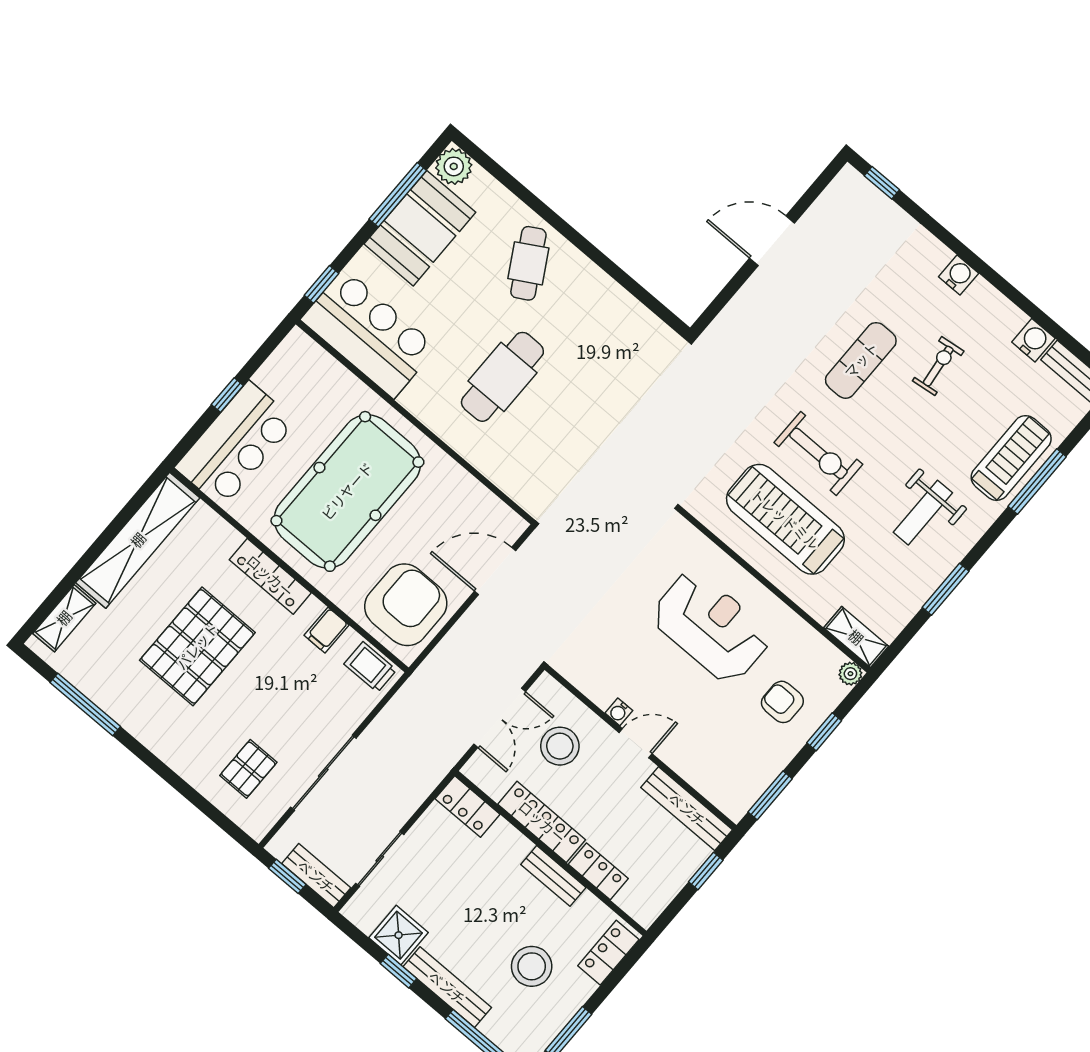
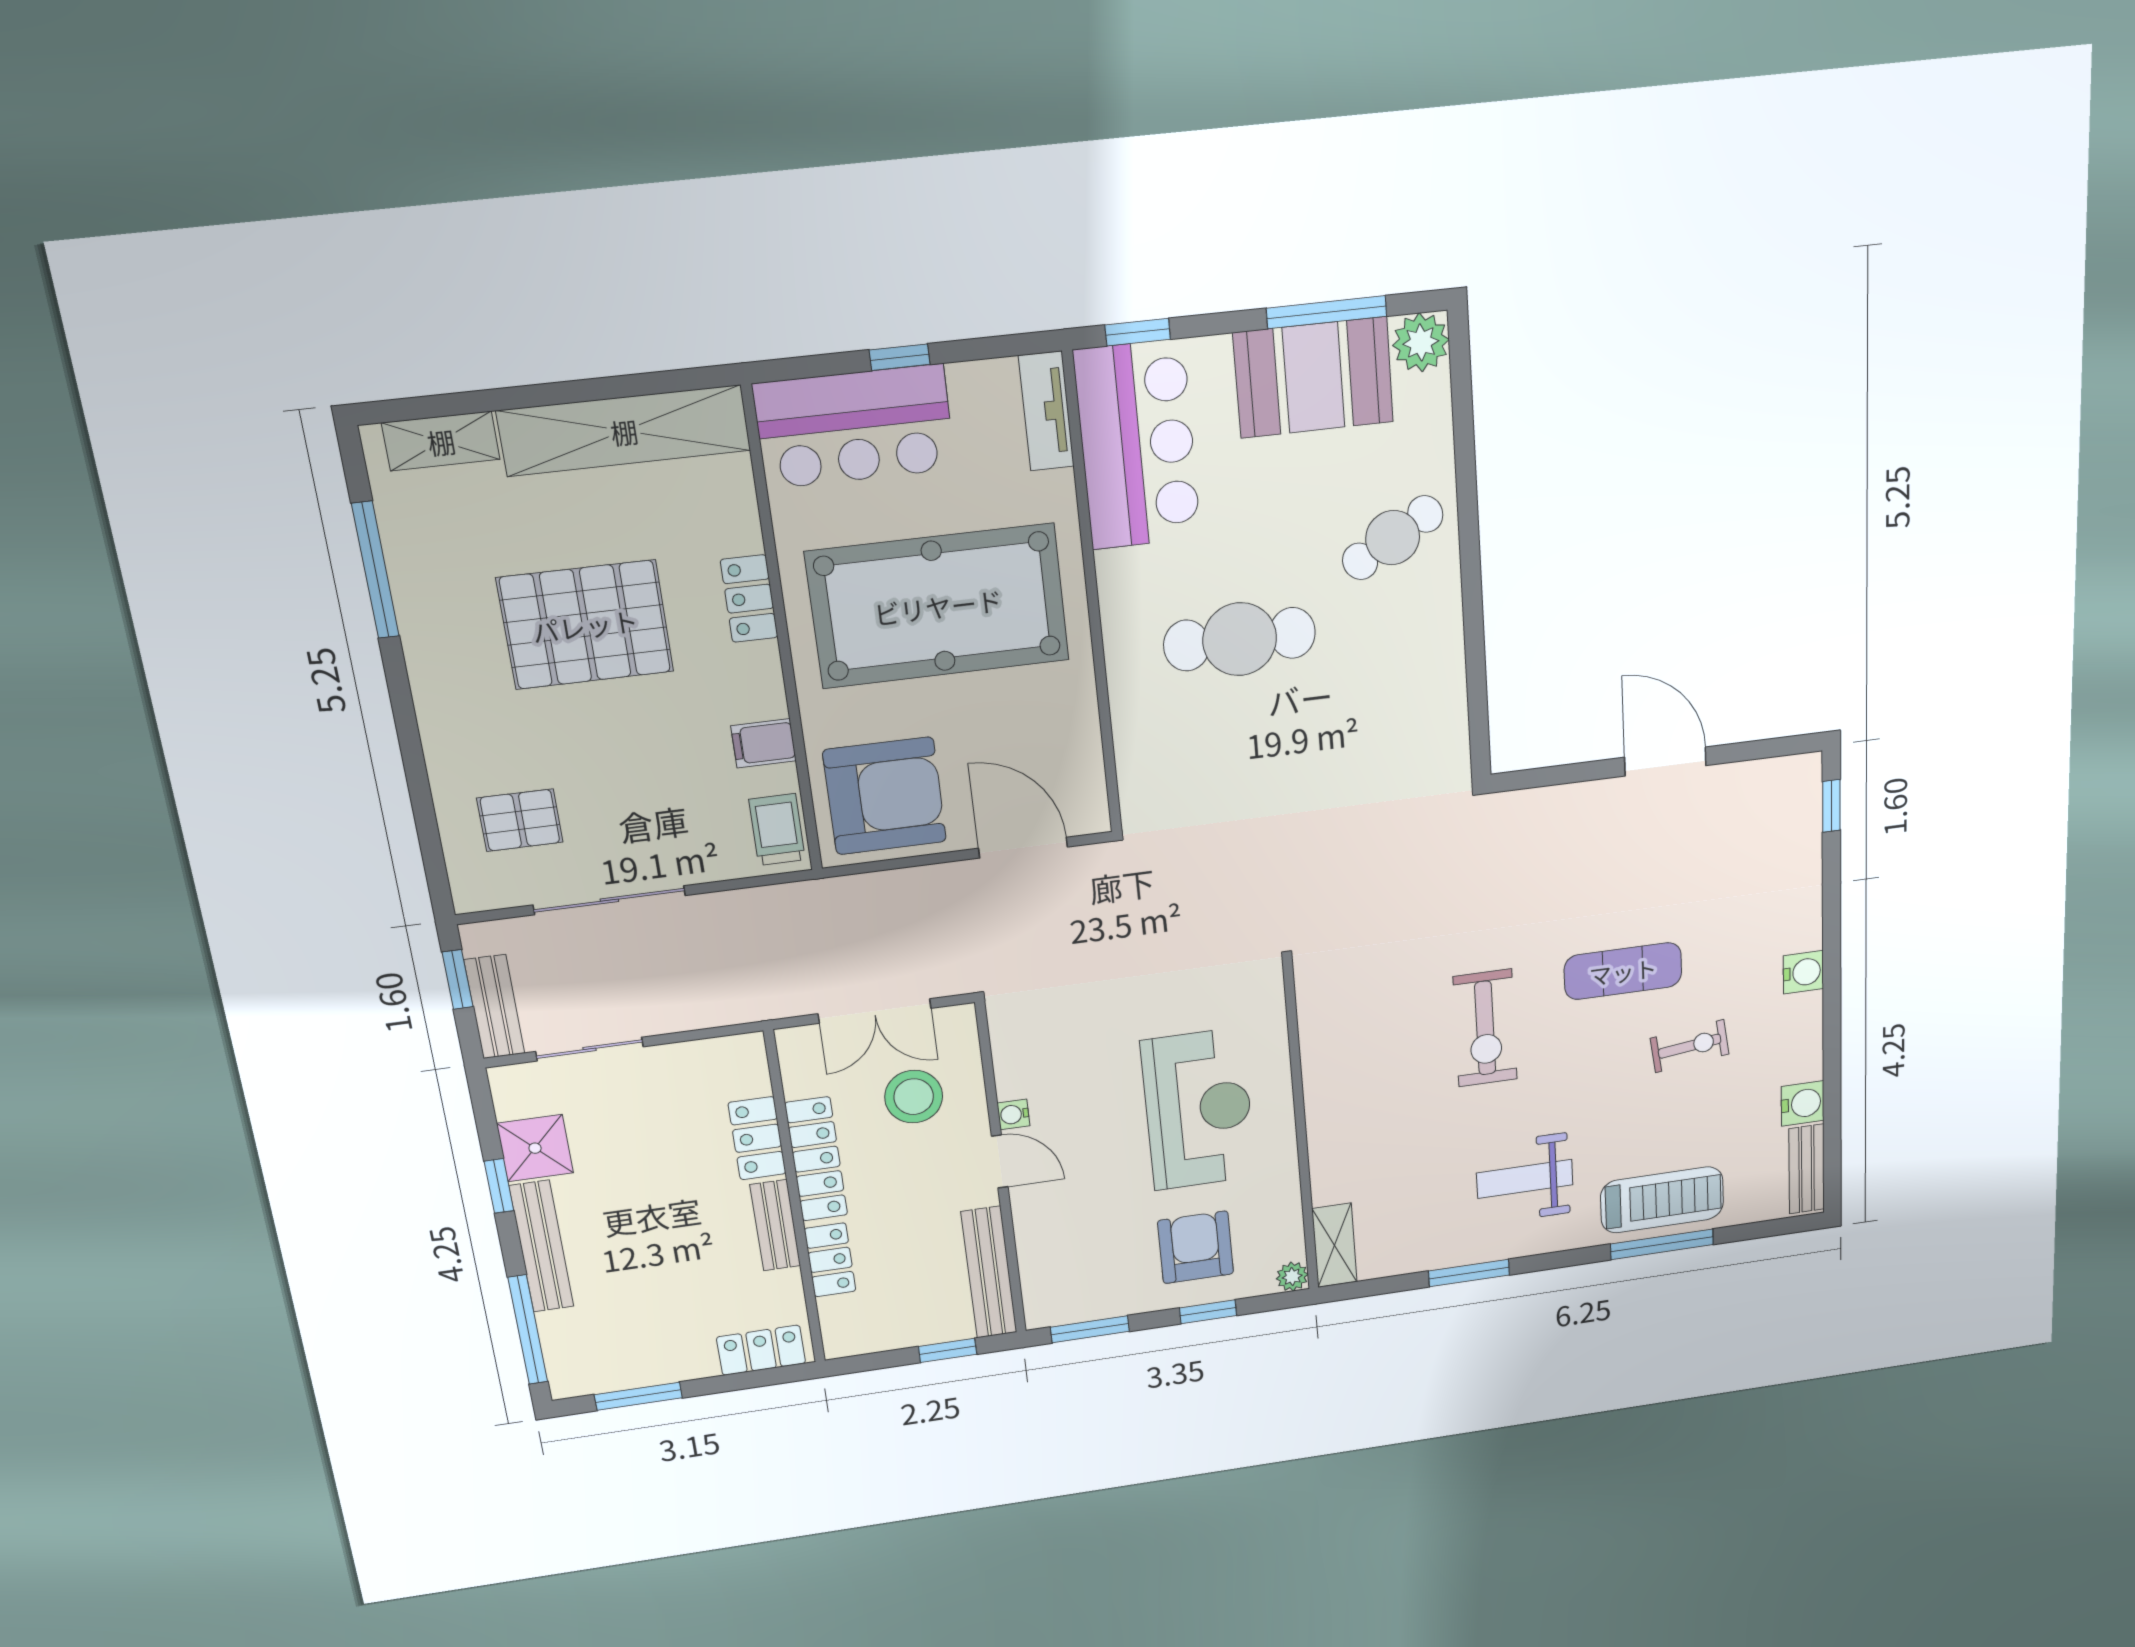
tv unit: (314, 357) -> (1046, 411), added
treadmill: (785, 519) -> (1384, 1066), removed
locker: (270, 576) -> (749, 599), width x0.66
armchair: (782, 702) -> (1196, 1247), width x1.38, depth x1.38
locker: (468, 807) -> (757, 1138), moved
stool: (532, 966) -> (661, 1299), removed

